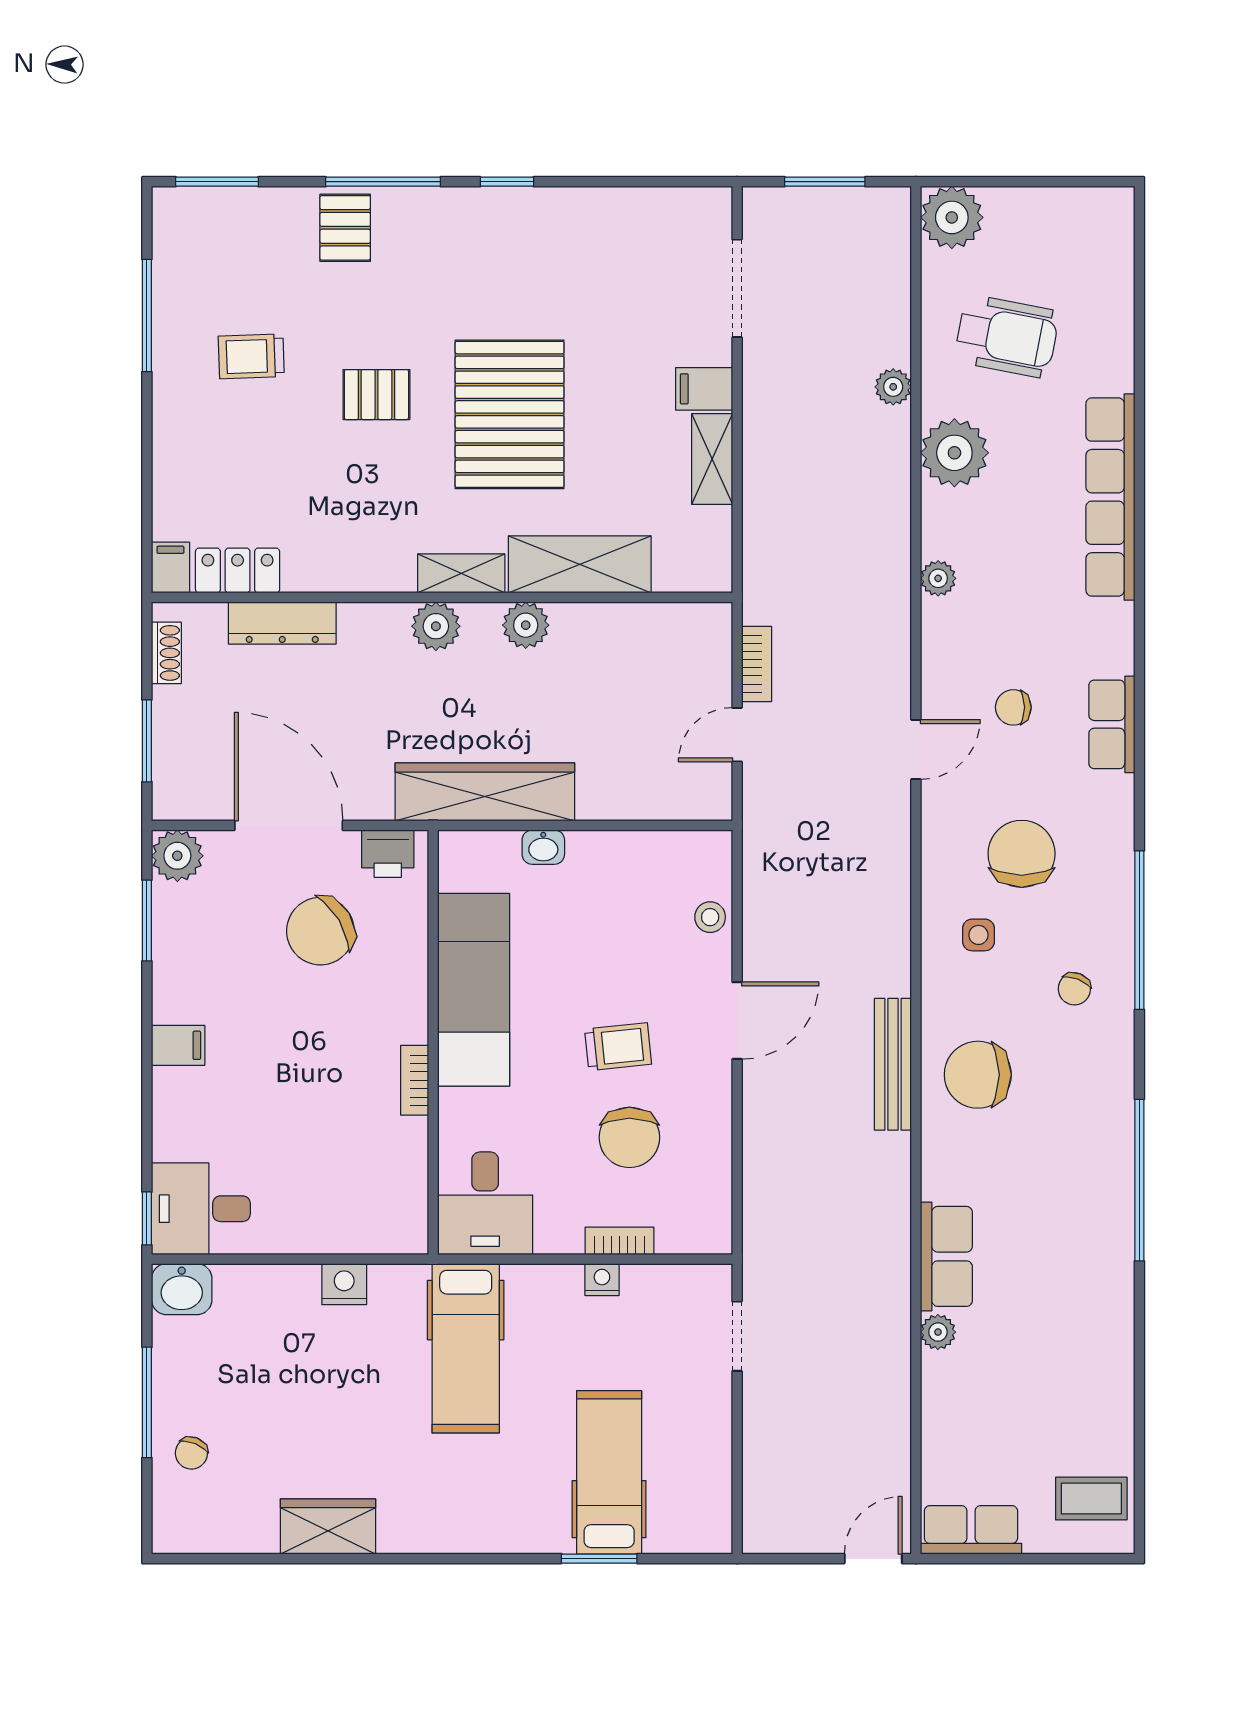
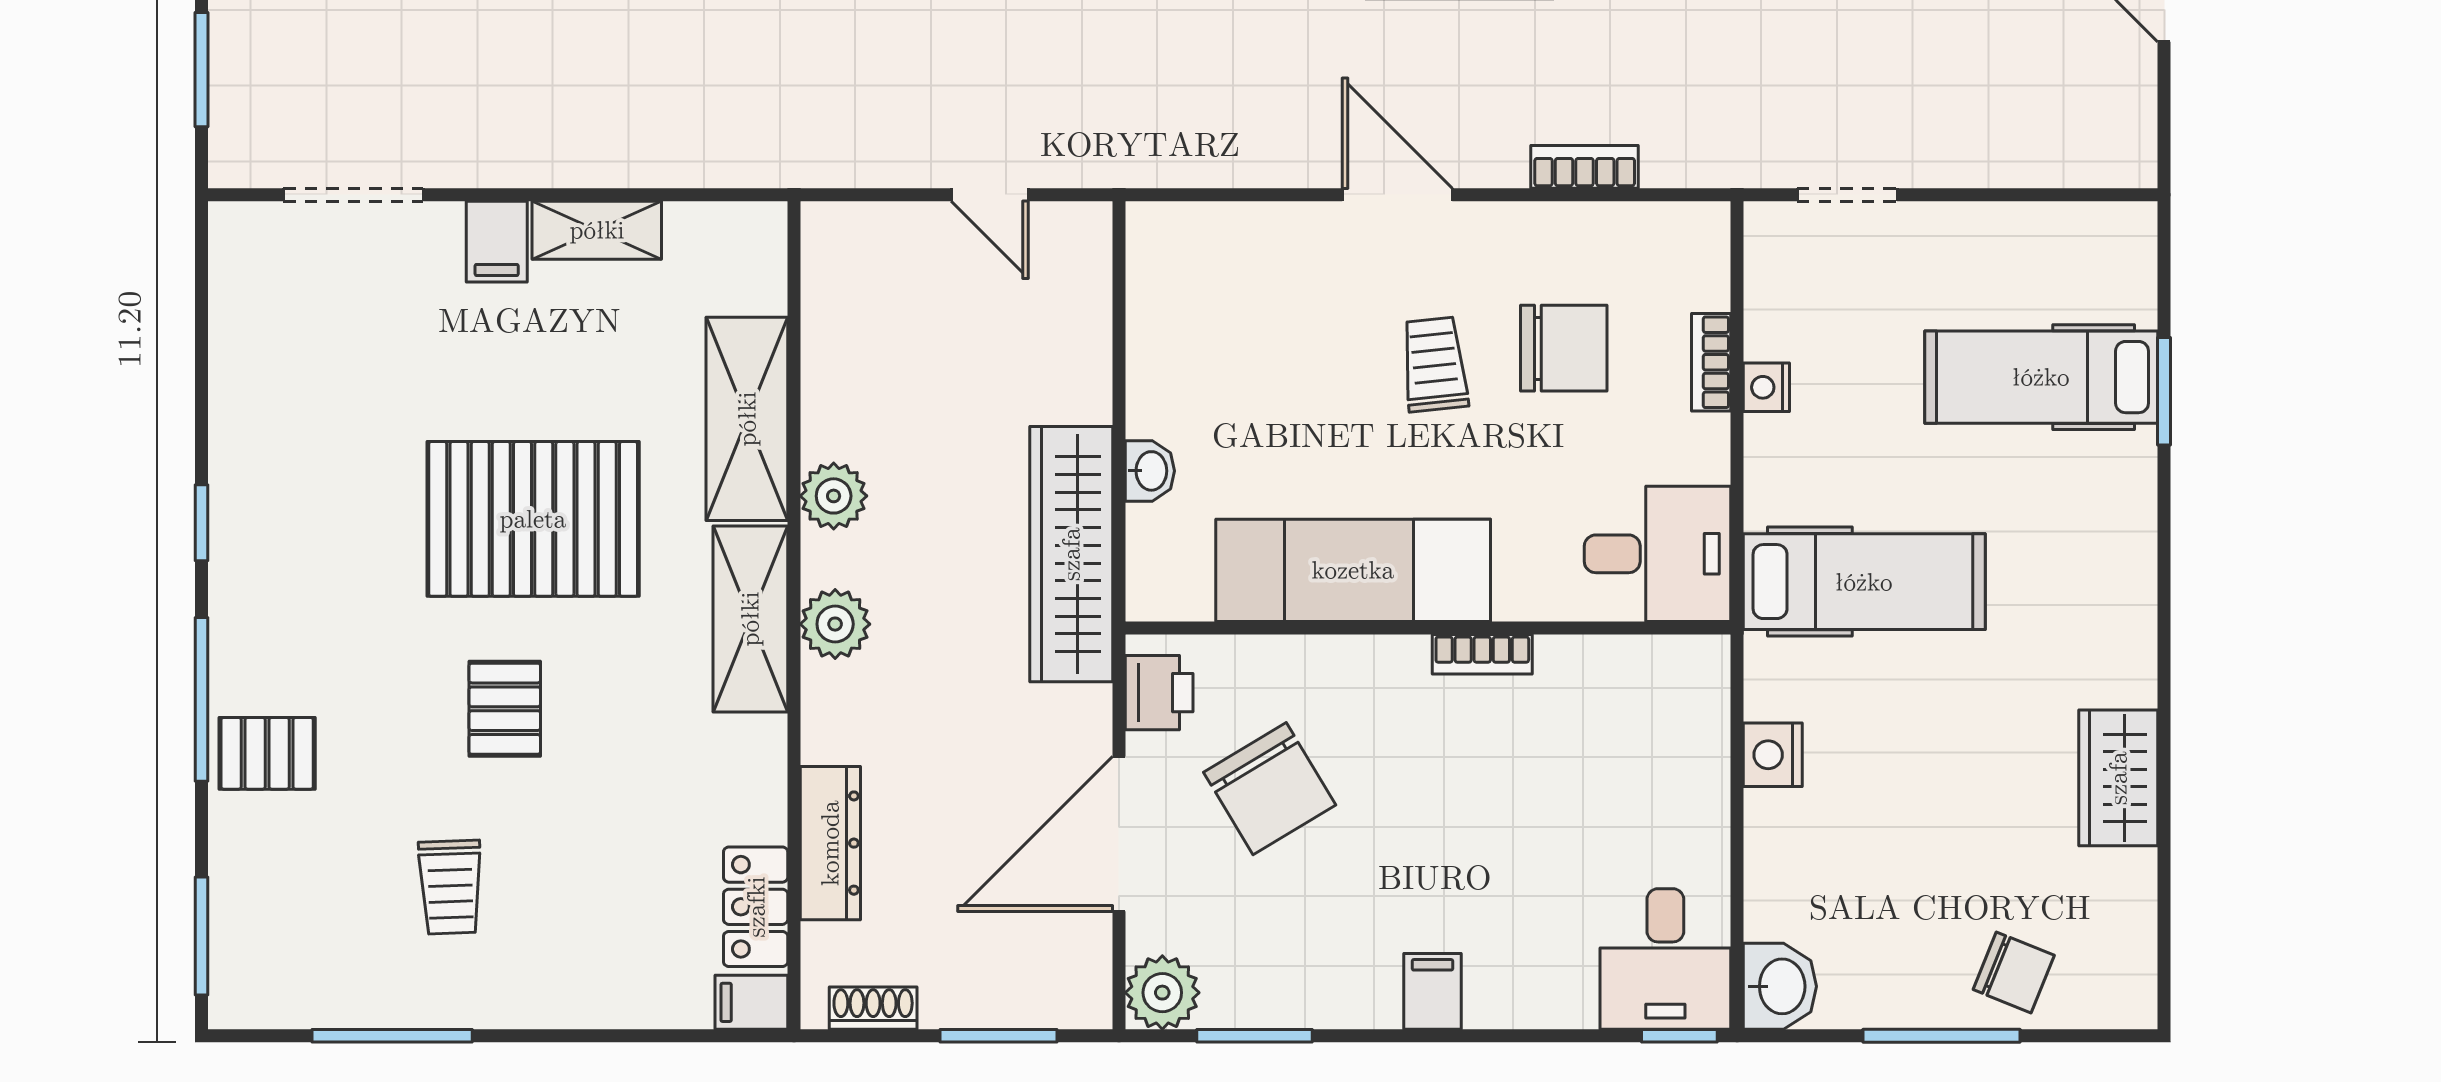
shelving: (461, 573) -> (750, 619), width x1.50, depth x1.33
bookcase: (757, 664) -> (1585, 167), moved
stool: (710, 917) -> (1250, 233), removed
chair: (191, 1453) -> (2014, 972), width x1.37, depth x1.37

